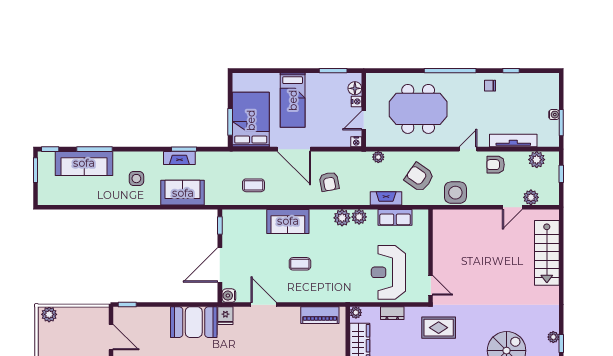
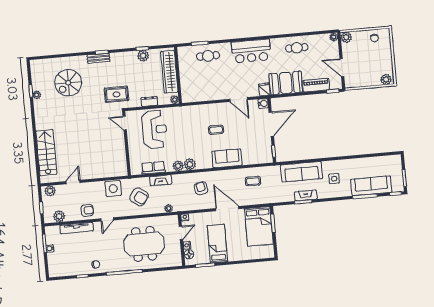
bed: (293, 100) -> (217, 244), moved
sofa: (183, 193) -> (301, 172), width x1.36
plant: (531, 197) -> (50, 191), moved
piano: (320, 315) -> (316, 85), moved

